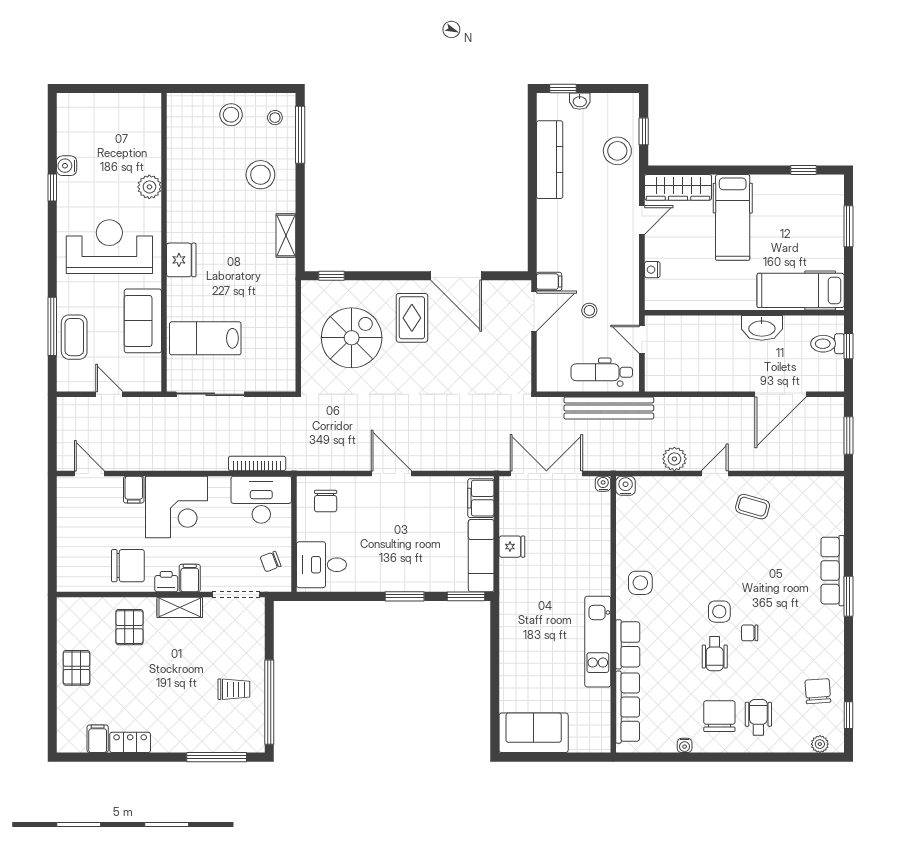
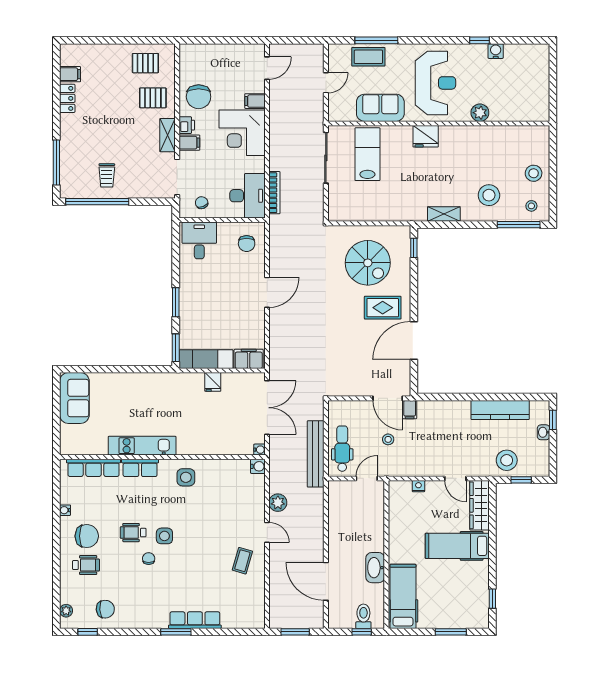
chair: (326, 501) -> (247, 244), turned -90
pallet: (76, 668) -> (145, 63), moved

